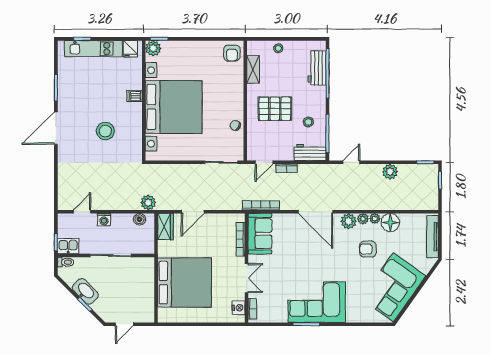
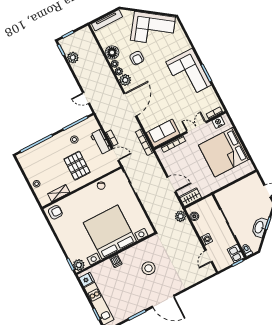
workbench: (317, 68) -> (36, 152), removed
workbench: (310, 152) -> (101, 142), moved
plant: (390, 172) -> (73, 58), moved
door: (82, 212) -> (209, 256), hinge flipped
bed: (184, 283) -> (224, 152), moved, turned -90

